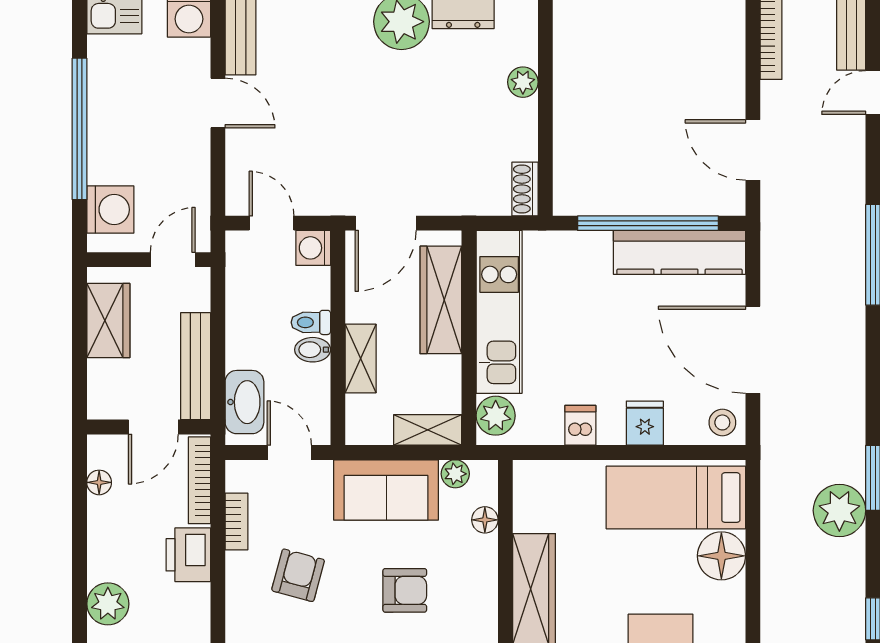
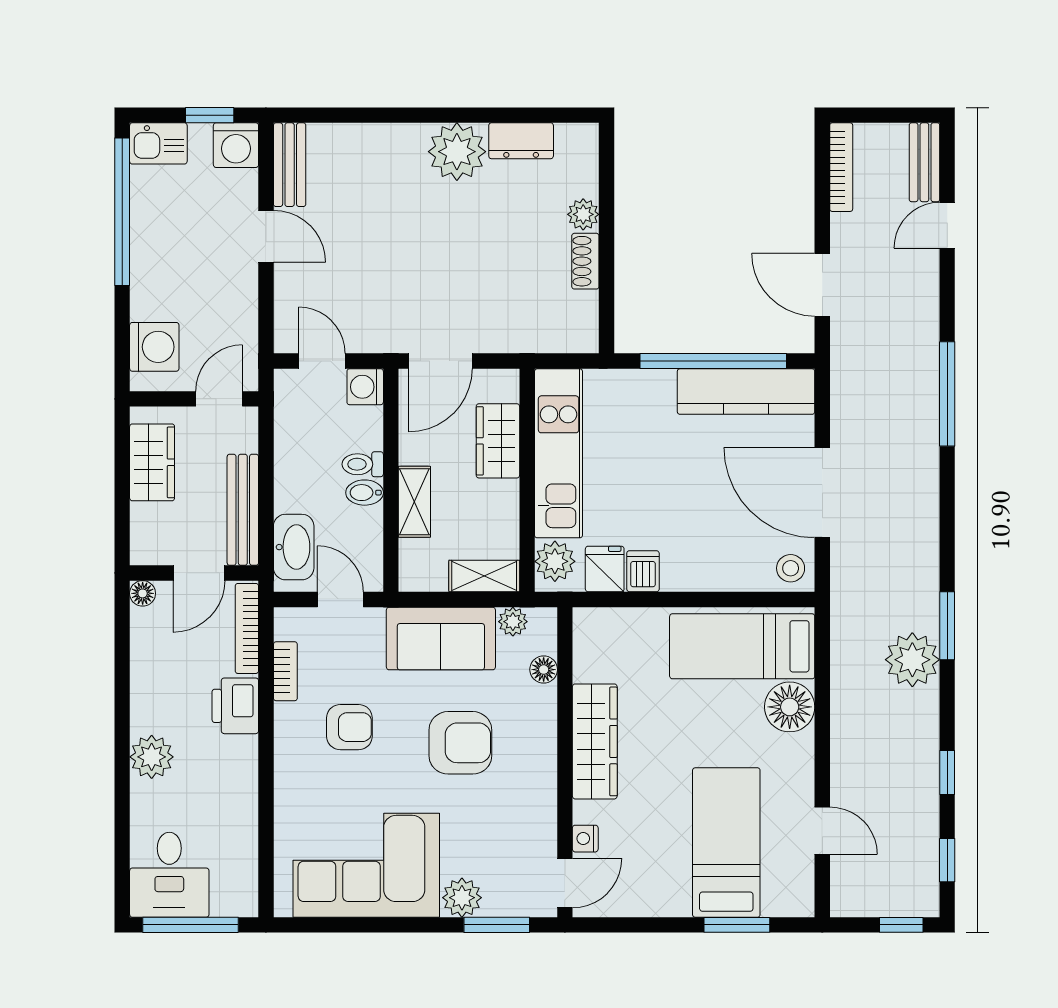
window: (80, 129) -> (122, 212), moved
shoe rack: (525, 189) -> (585, 261), moved
wardrobe: (441, 300) -> (498, 441), width x0.67
fridge: (645, 423) -> (605, 569), moved
floor lamp: (99, 482) -> (143, 593), moved
armchair: (298, 575) -> (349, 727), turned 75
armchair: (405, 590) -> (460, 743), width x1.38, depth x1.38

